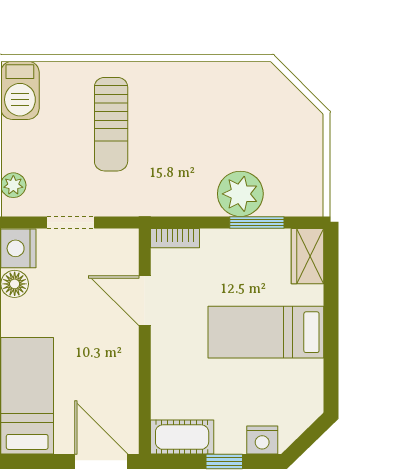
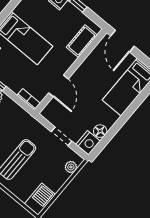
cot: (182, 437) -> (82, 41), moved, turned 90

